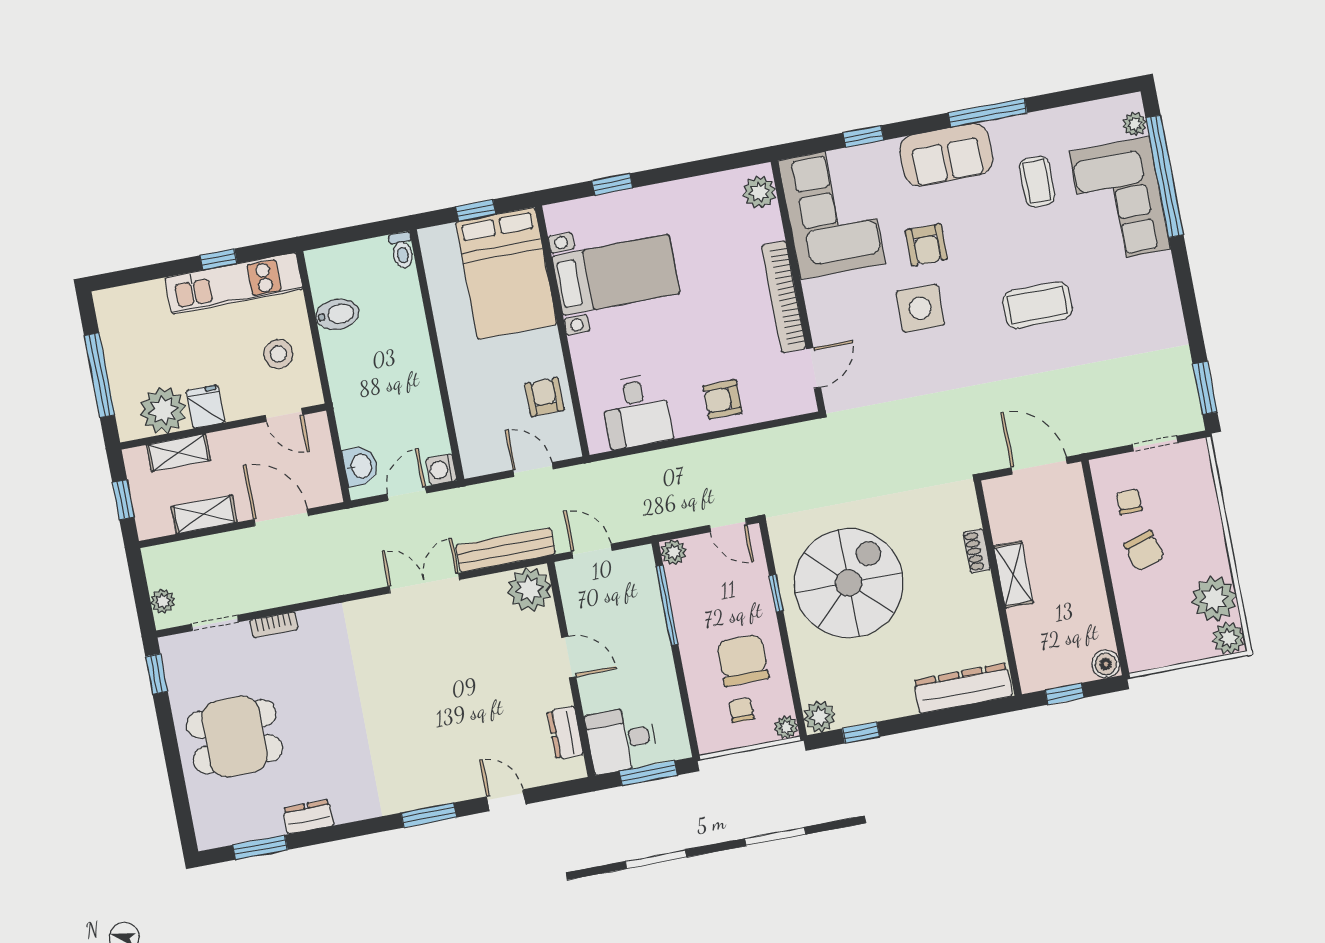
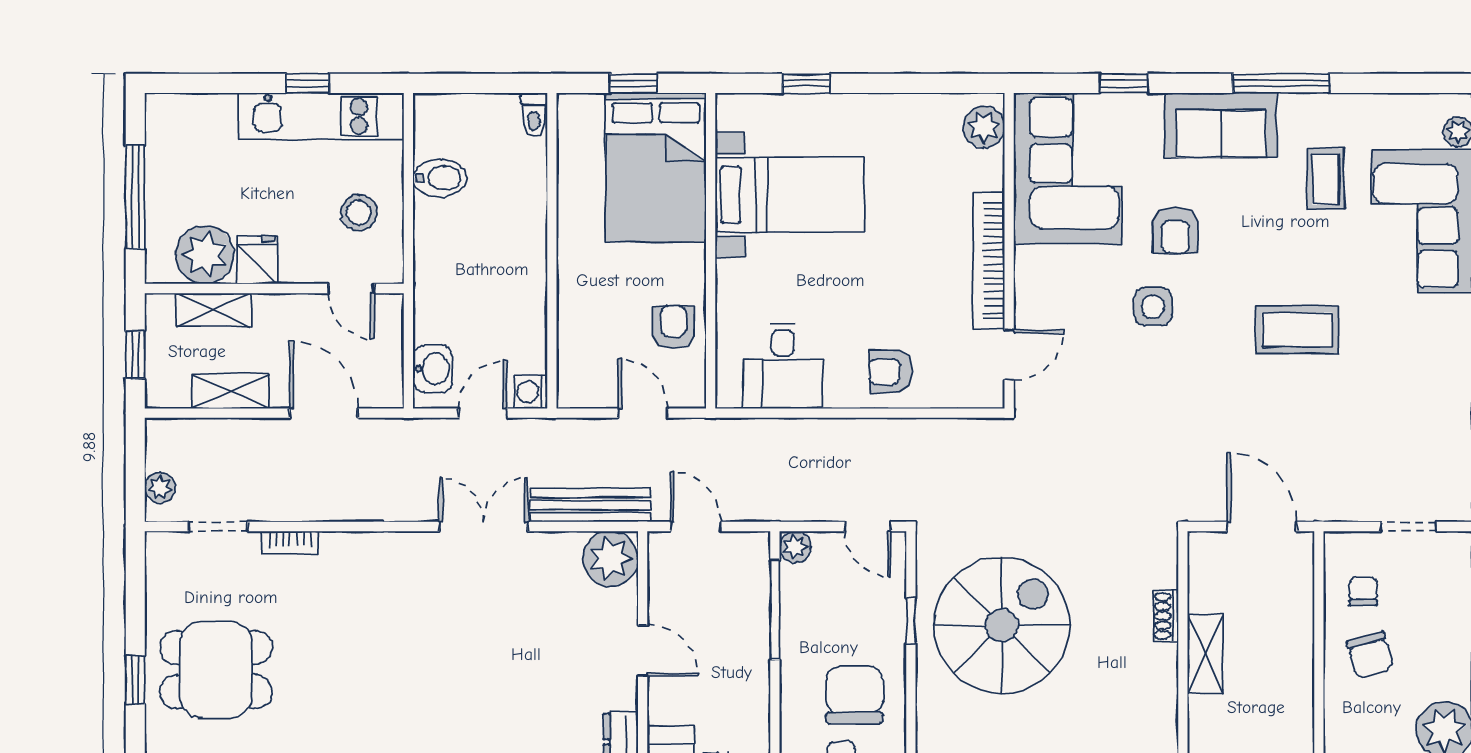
side table: (920, 308) -> (1153, 307), width x0.73, depth x0.73
window: (157, 674) -> (135, 680), moved

